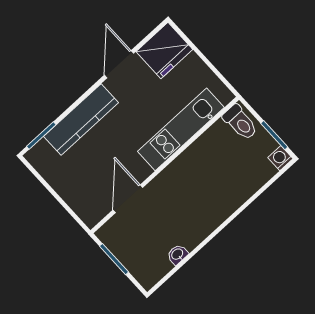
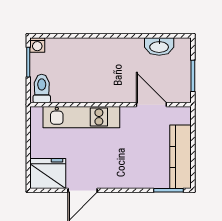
kitchen counter: (81, 120) -> (181, 157), moved, turned -90
door: (128, 199) -> (151, 105), swing flipped
washbasin: (177, 254) -> (159, 47), width x1.91, depth x1.45

